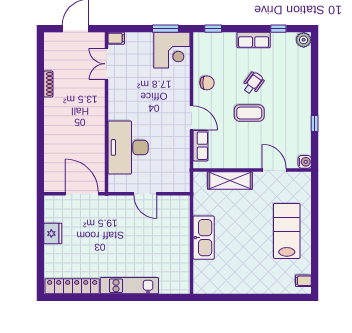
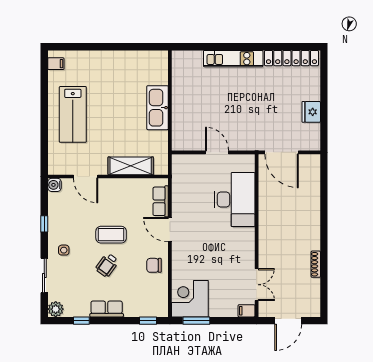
sliding door: (315, 73) -> (44, 275), added
side table: (296, 98) -> (64, 250), added

